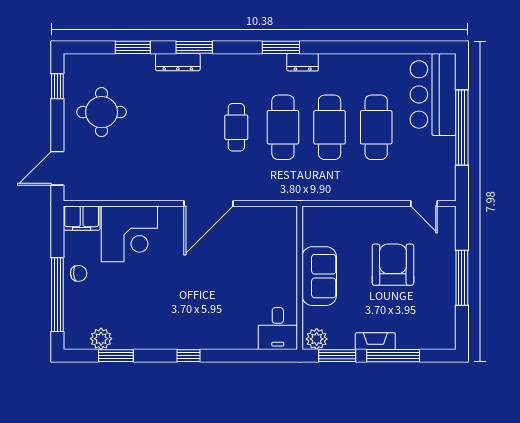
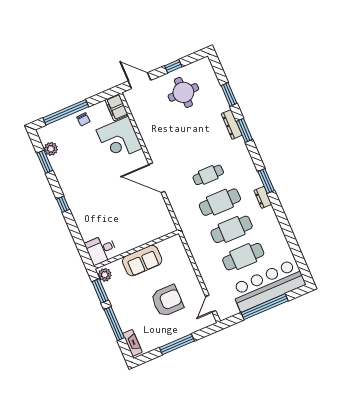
window: (57, 86) -> (173, 66), moved
bar counter: (433, 94) -> (268, 285), width x1.36
fireplace: (375, 341) -> (132, 343), moved

